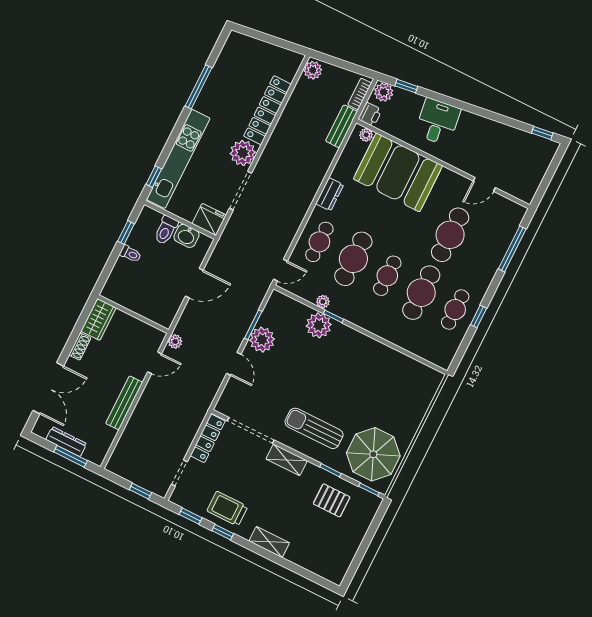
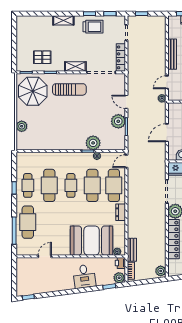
cafe table: (450, 235) -> (28, 222), moved
cafe table: (319, 242) -> (114, 185), width x1.37, depth x1.35
plant: (418, 408) -> (22, 126), added

